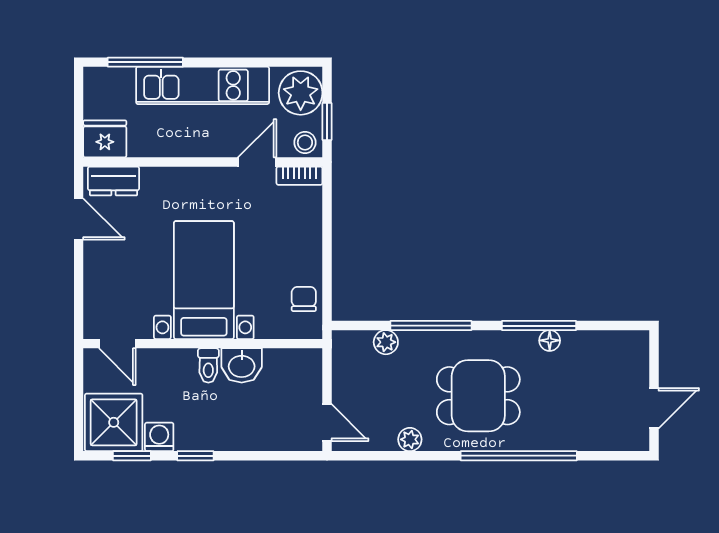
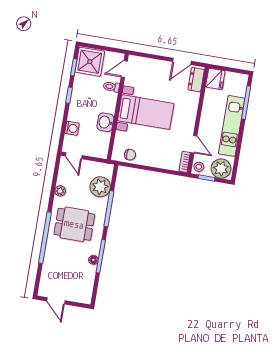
plant: (386, 342) -> (100, 187), width x1.87, depth x1.87
toilet: (208, 365) -> (111, 87), moved
dining table: (478, 396) -> (74, 224), turned 90
door: (327, 423) -> (74, 156), hinge flipped
washing machine: (159, 437) -> (72, 128), moved

